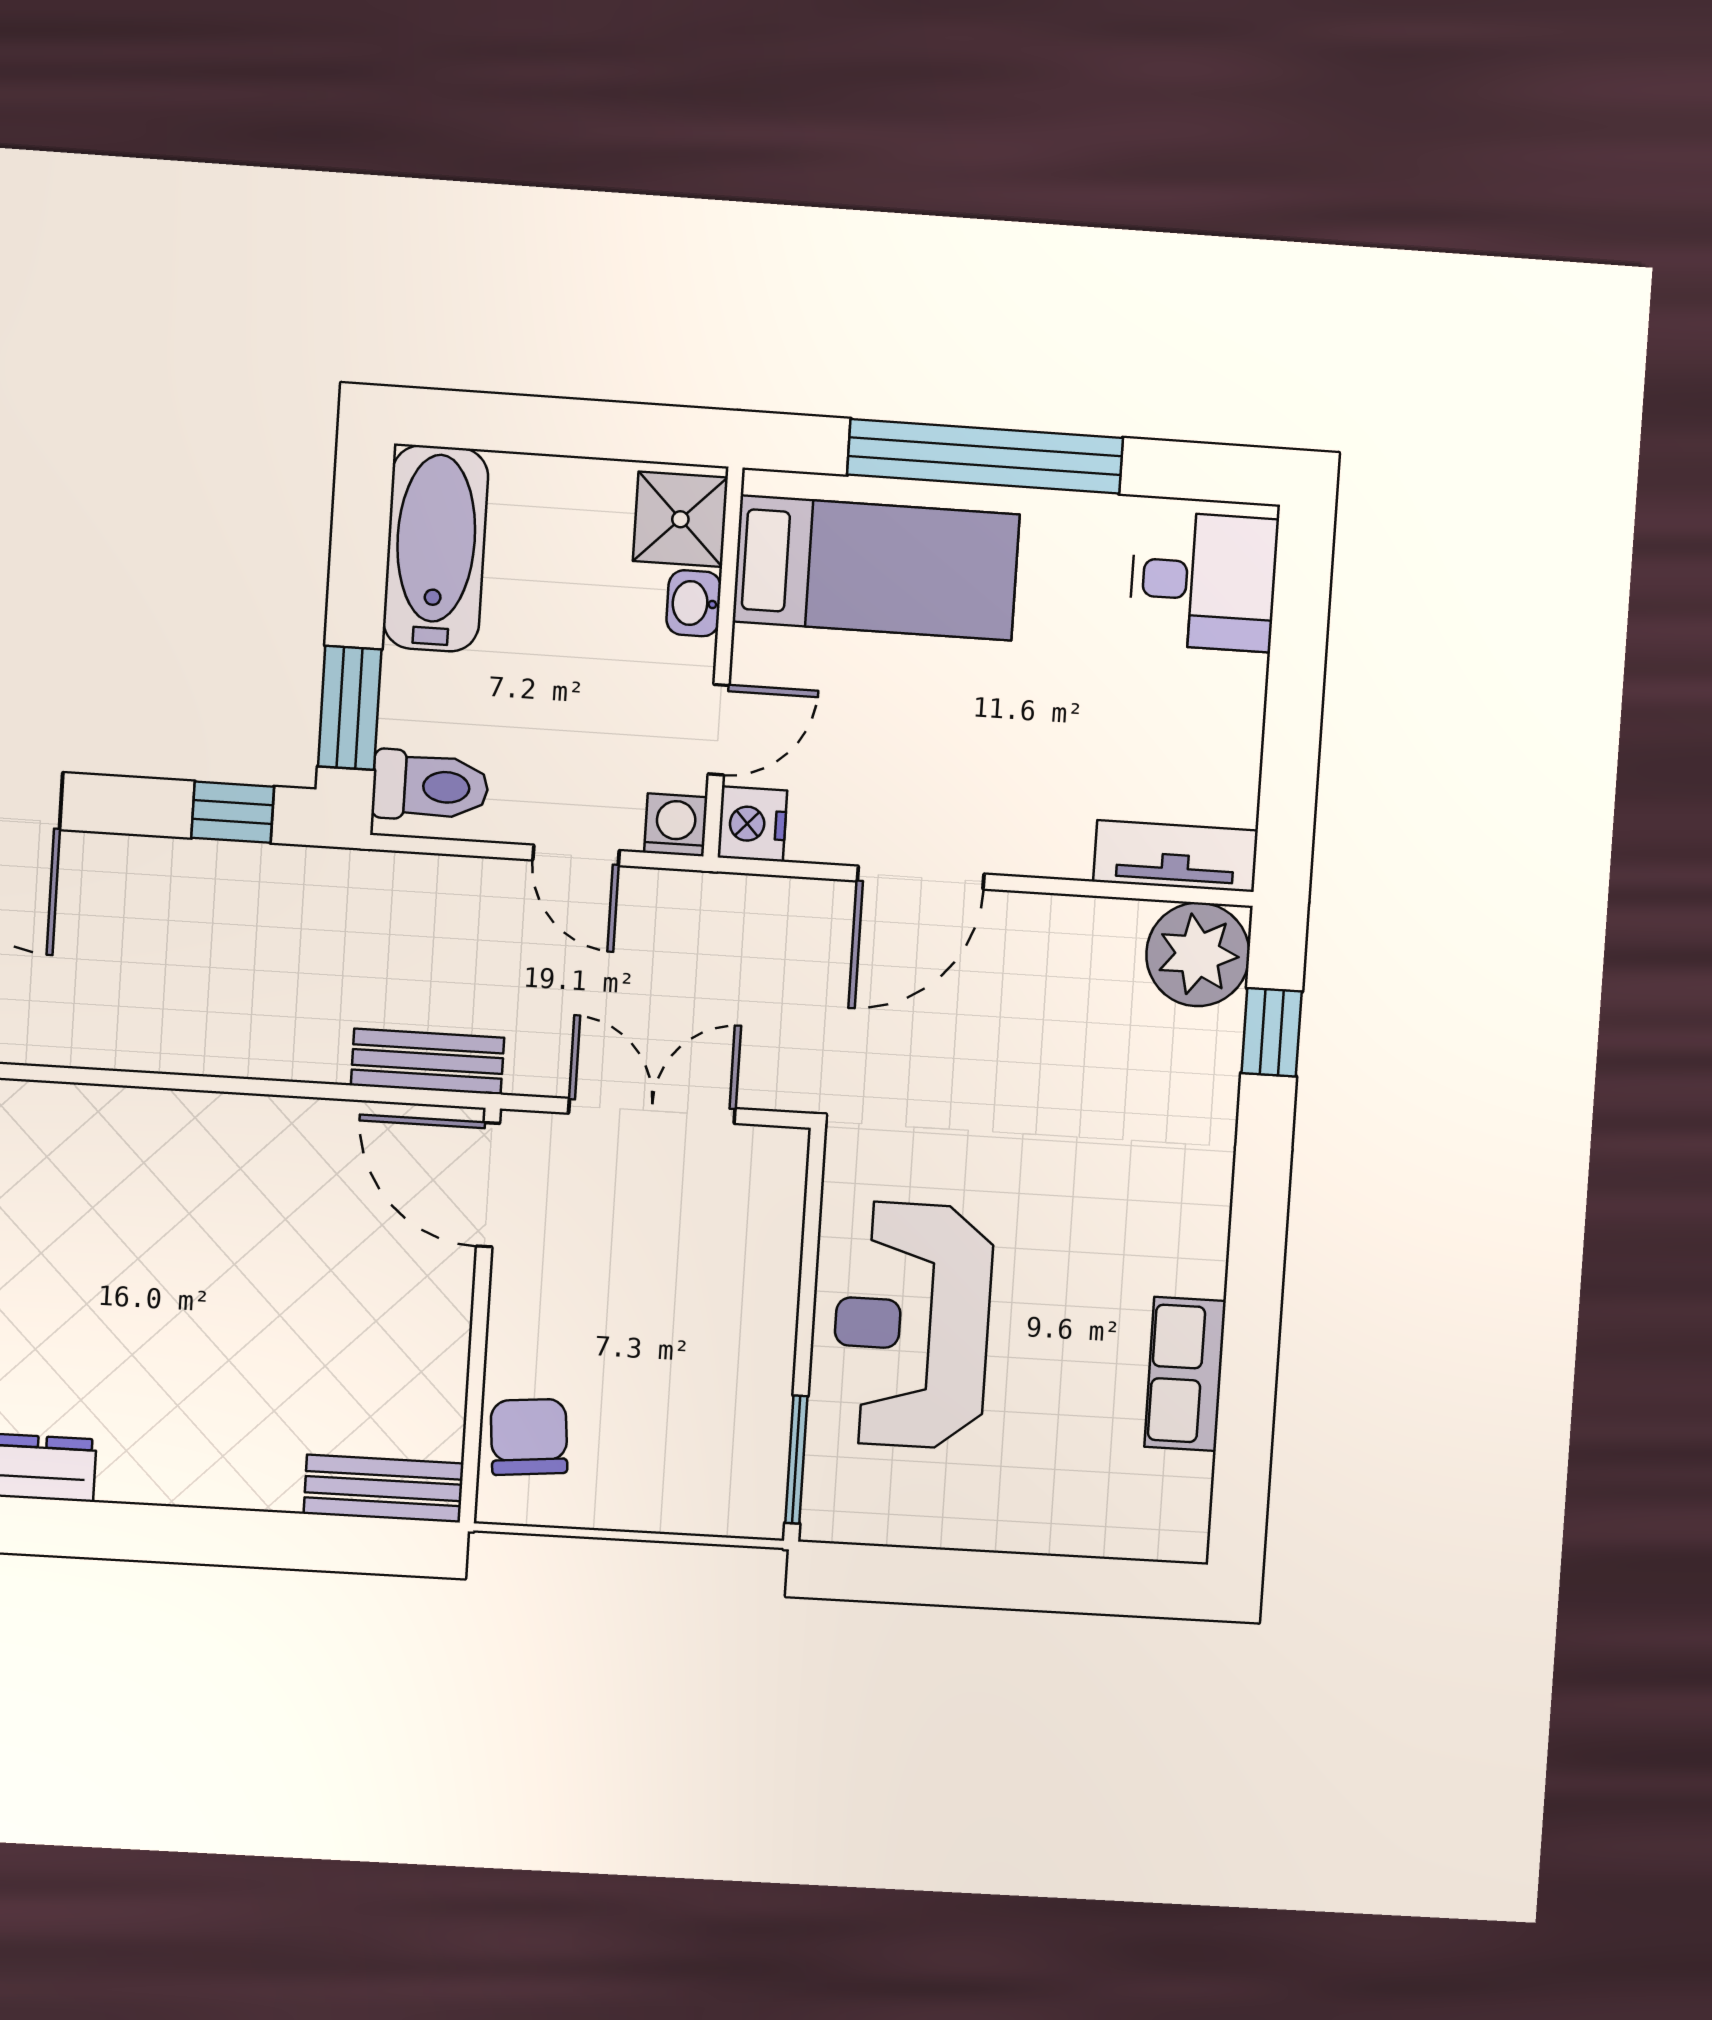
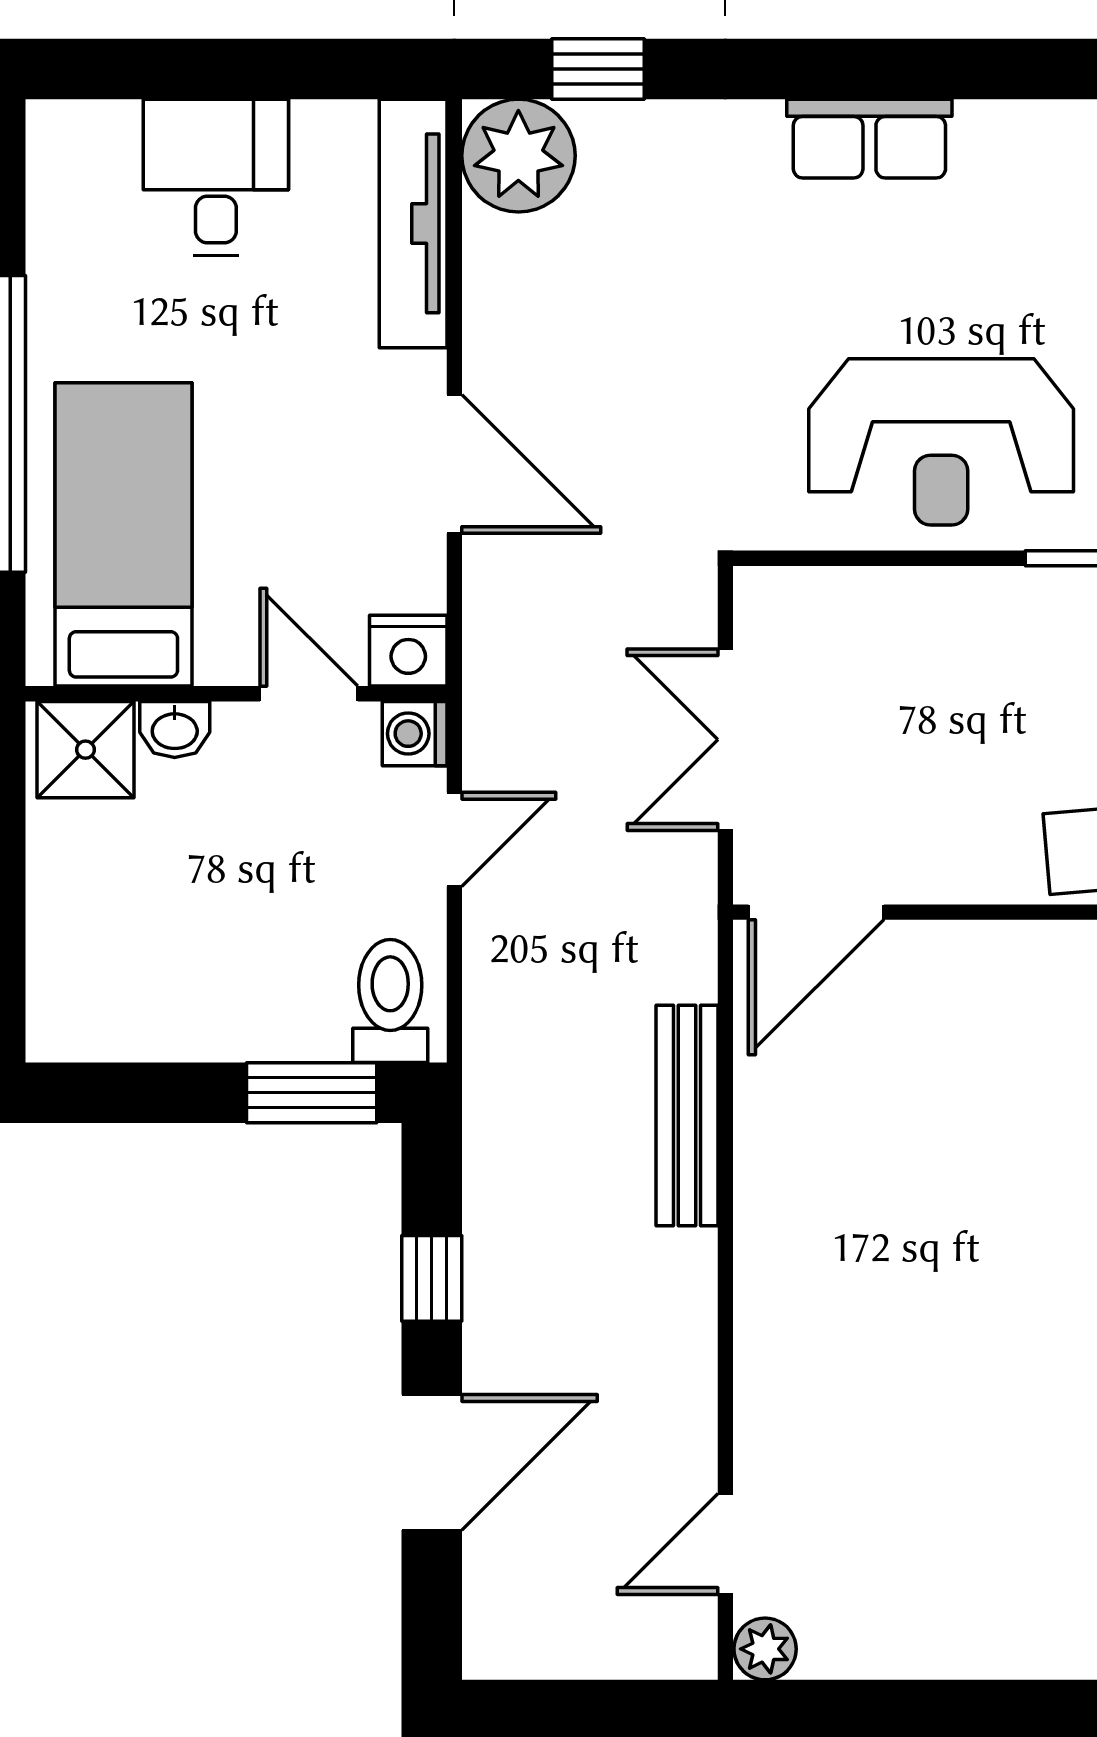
bathtub: (436, 548) -> (135, 1011), removed
desk: (1203, 581) -> (216, 177), moved
window: (233, 812) -> (432, 1278), moved
tv unit: (1176, 856) -> (413, 223), width x1.41
bench: (428, 1062) -> (687, 1116), moved, width x1.36
row of seats: (1185, 1374) -> (869, 139), moved

